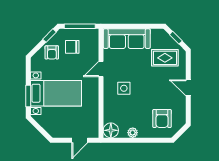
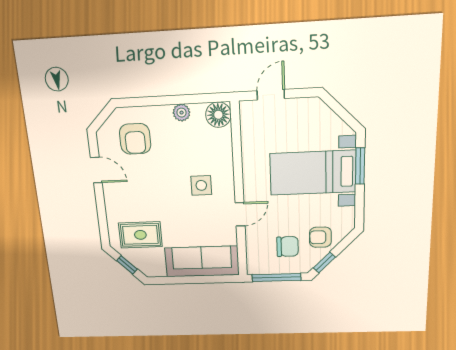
armchair: (52, 52) -> (320, 237), turned -90
door: (188, 88) -> (96, 170), moved
armchair: (162, 119) -> (135, 139), turned 180

